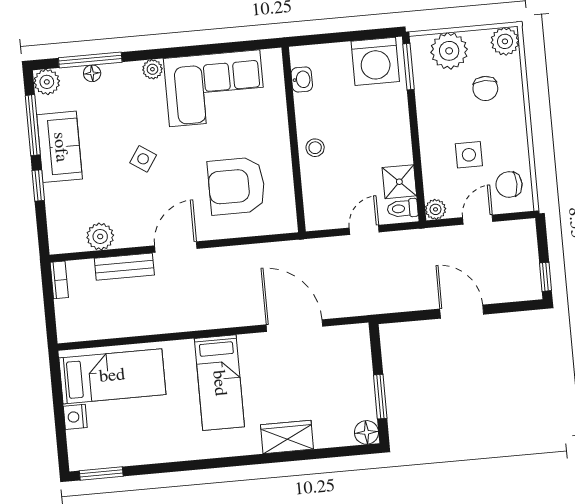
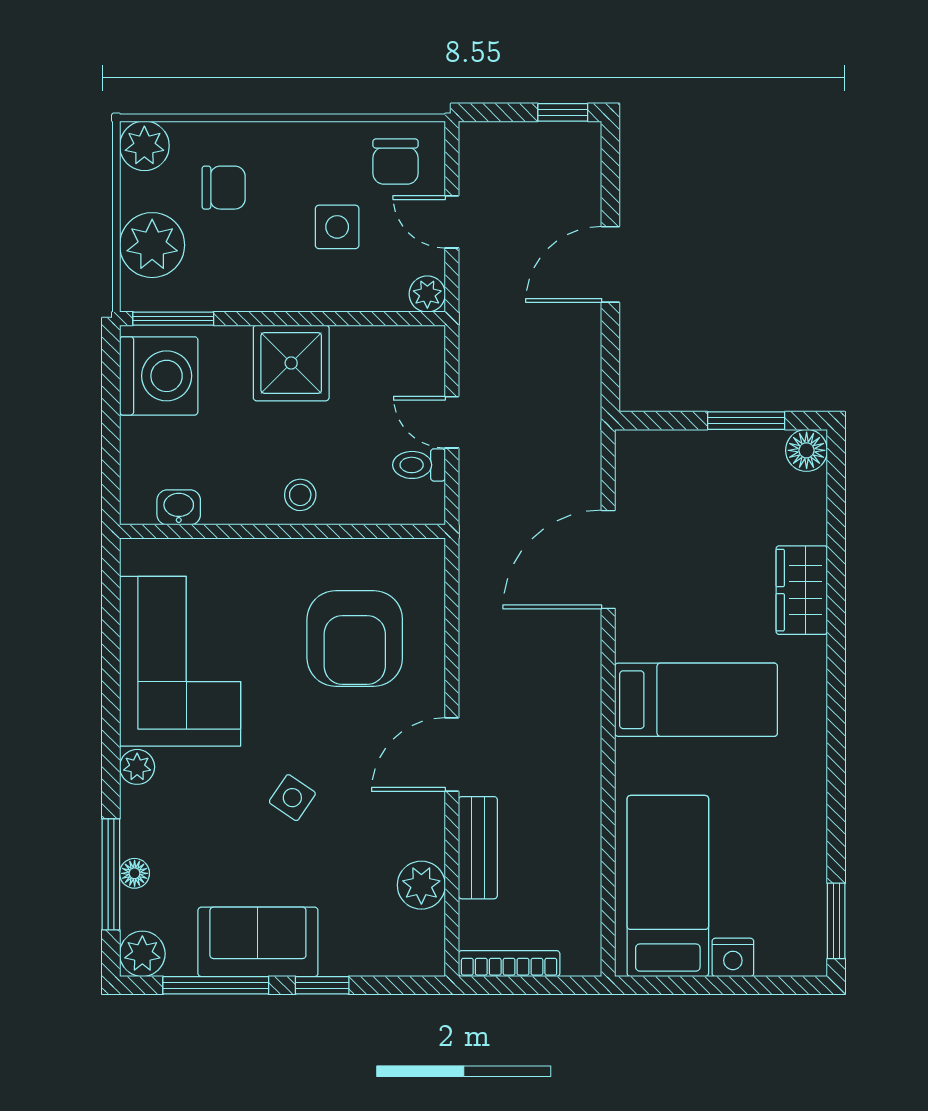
shower: (399, 182) -> (291, 363), moved, width x1.36, depth x1.36
toilet: (403, 208) -> (419, 465), moved, turned 90
door: (176, 247) -> (452, 754), hinge flipped
bookcase: (59, 280) -> (509, 964), width x1.56

